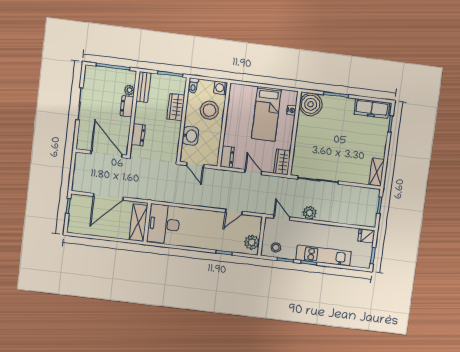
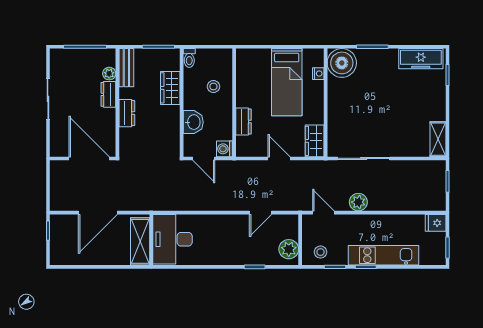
washing machine: (221, 88) -> (225, 149), moved
stool: (209, 110) -> (213, 86), width x0.53, depth x0.53
dresser: (138, 135) -> (127, 113), moved
dresser: (227, 157) -> (244, 121), moved

